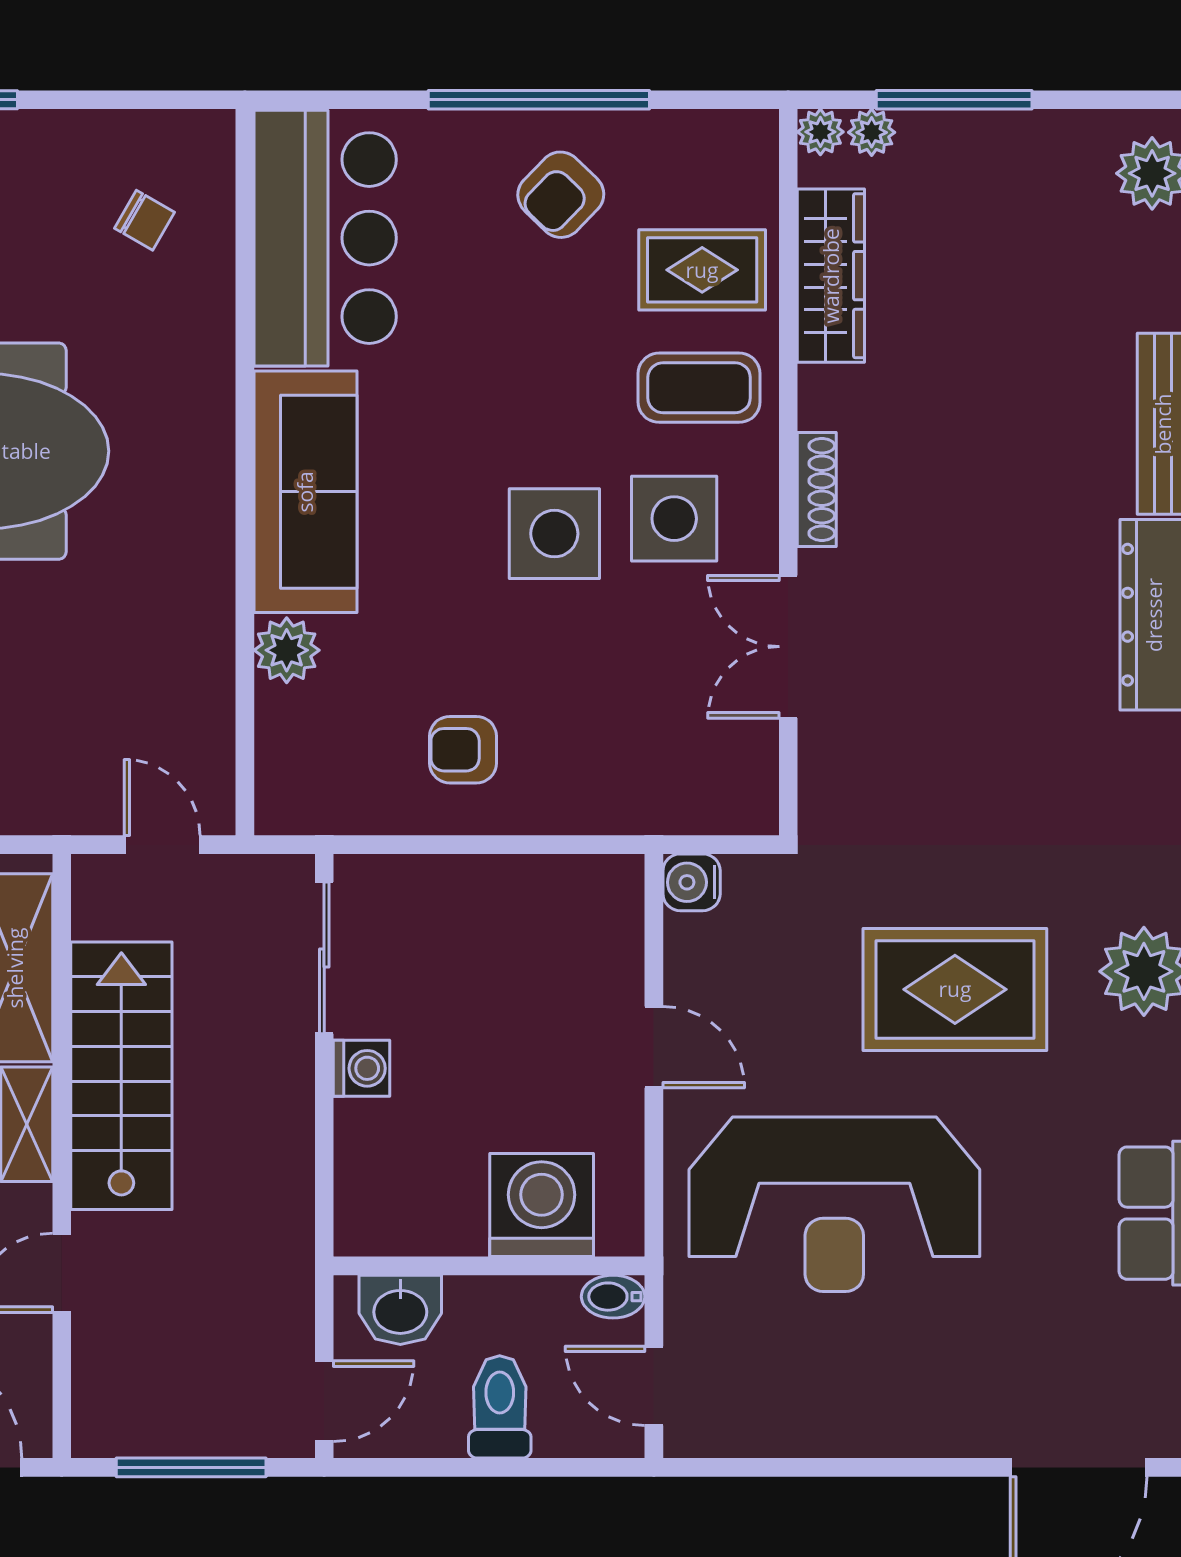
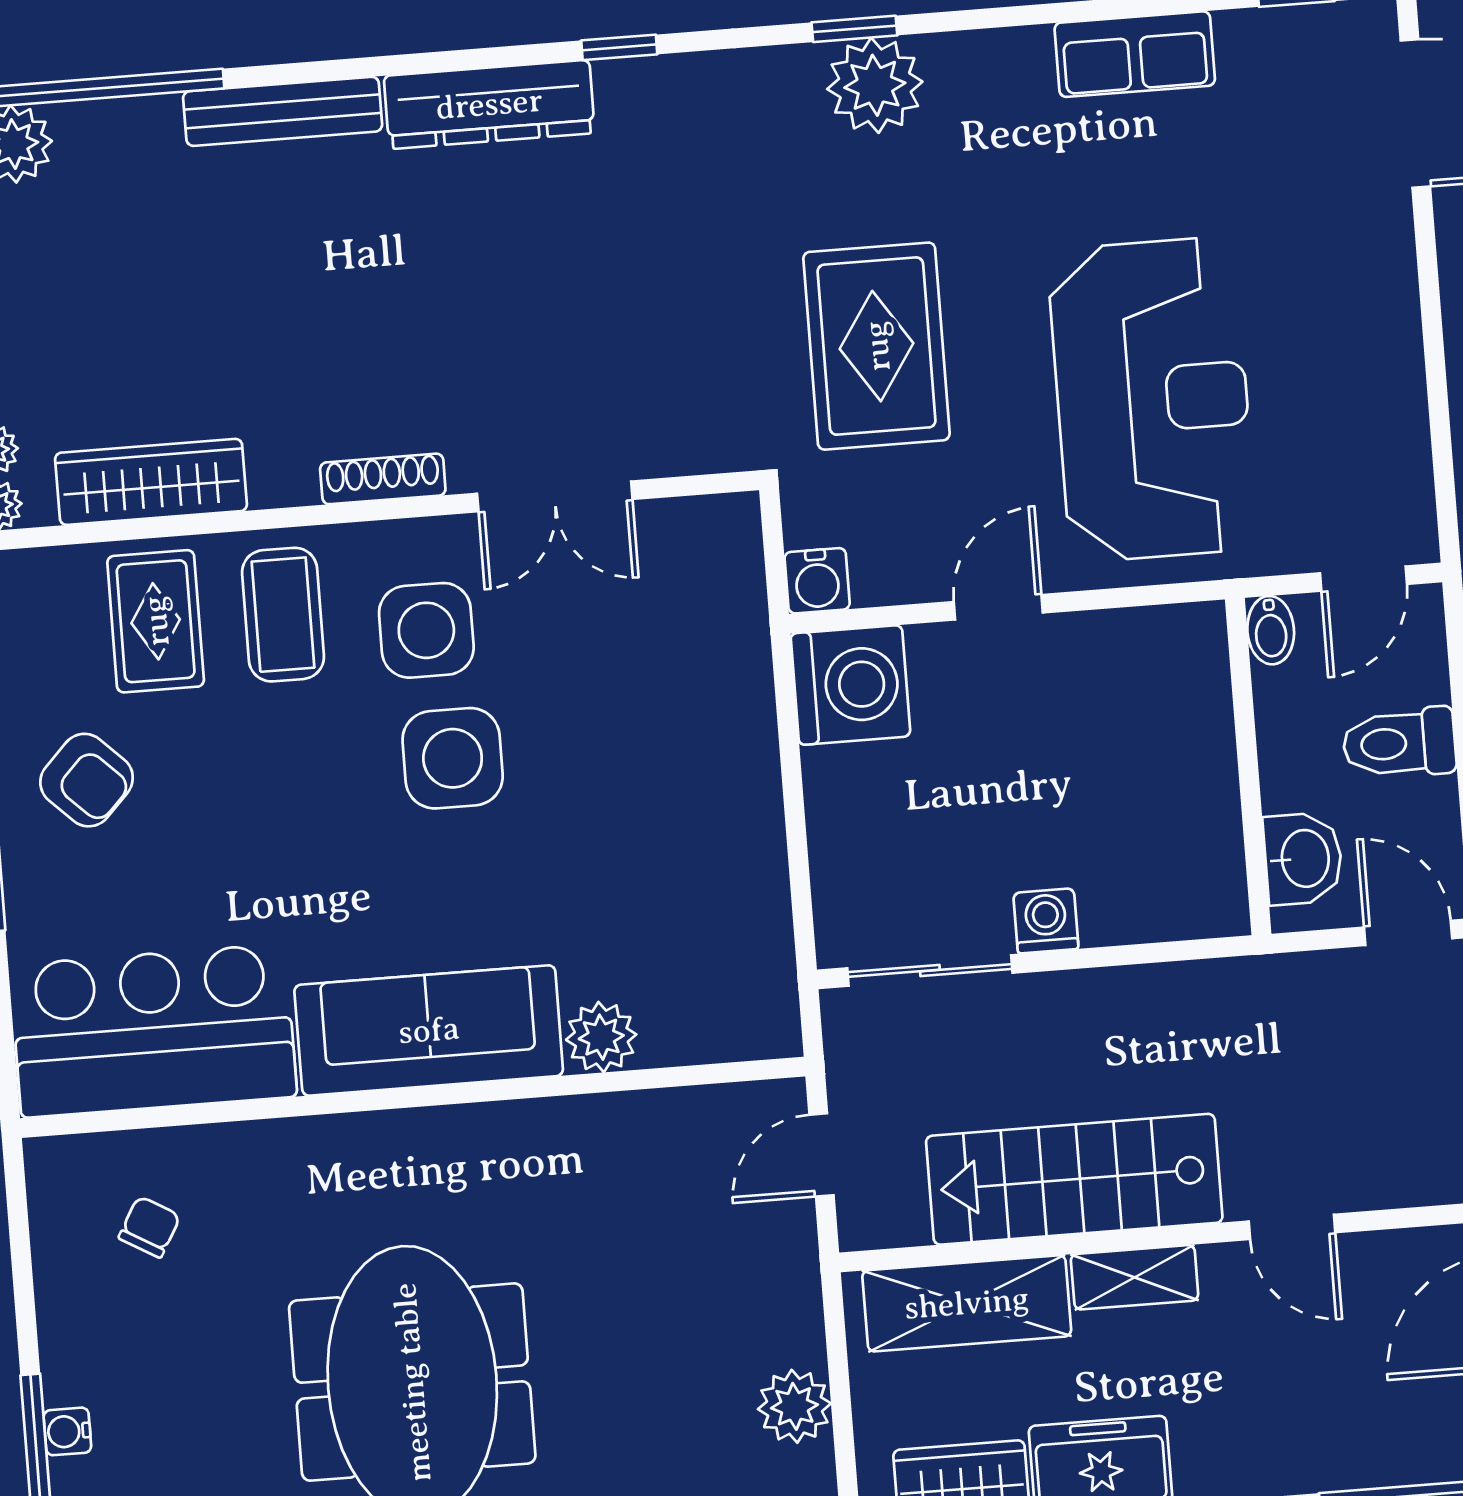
armchair: (463, 750) -> (694, 838), removed
rug: (955, 989) -> (877, 346), moved
washing machine: (542, 1205) -> (851, 685), moved, turned 180

